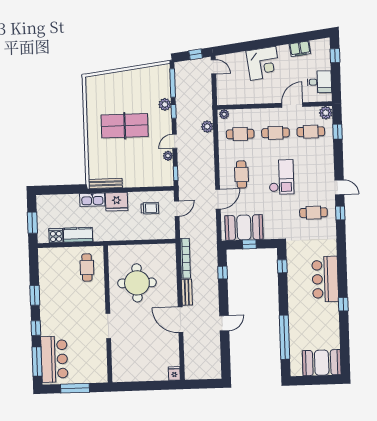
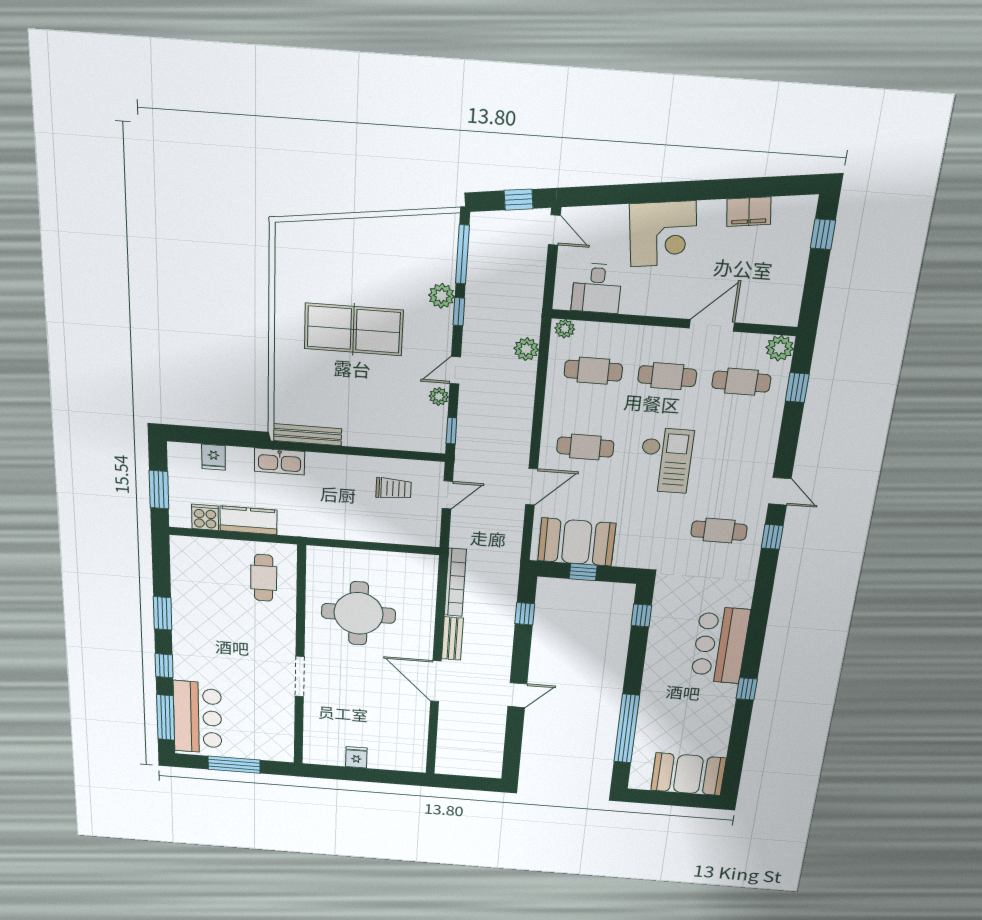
desk: (319, 82) -> (597, 288), moved, turned 90
cafe table: (242, 174) -> (585, 447), turned 90
fridge: (117, 202) -> (214, 457), moved, width x0.53, depth x0.75
fridge: (174, 373) -> (356, 757), moved

